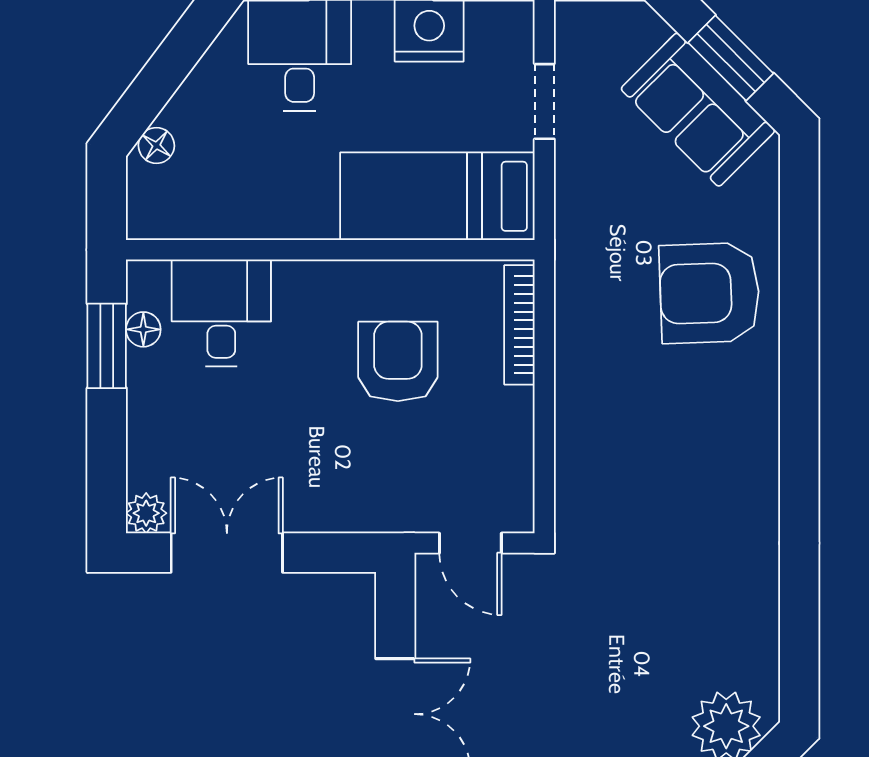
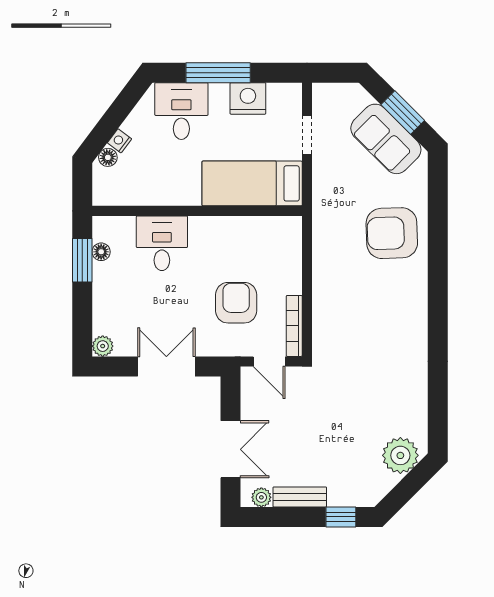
nightstand: (179, 113) -> (120, 141), added
desk: (221, 313) -> (162, 243), moved
bookcase: (519, 325) -> (294, 326), moved
armchair: (398, 361) -> (236, 303), moved
double door: (227, 553) -> (166, 366), moved

